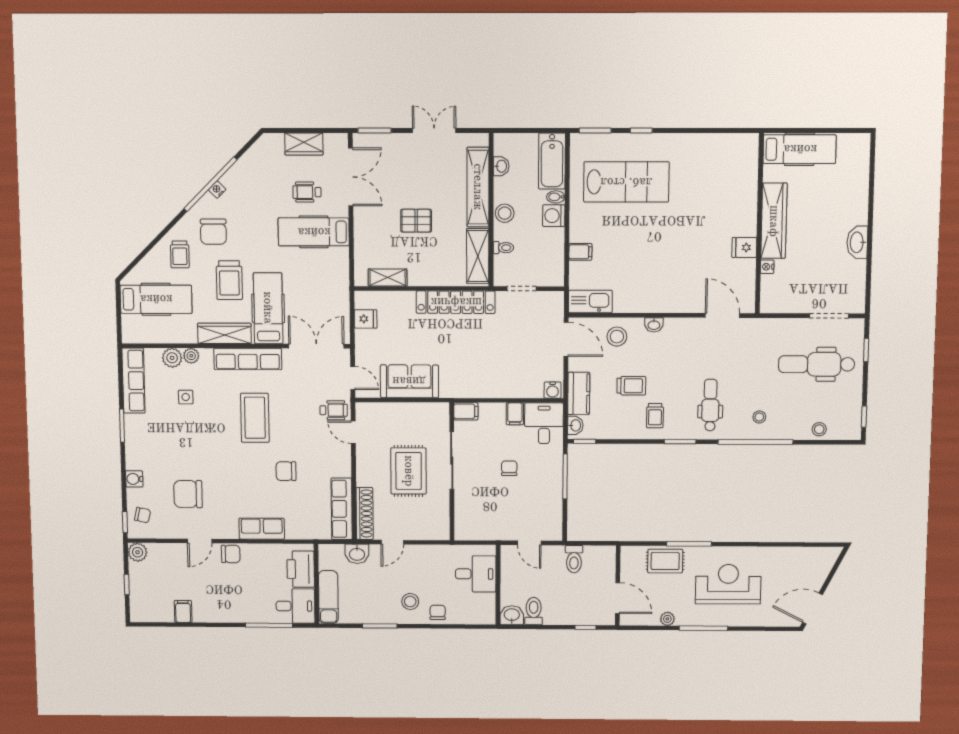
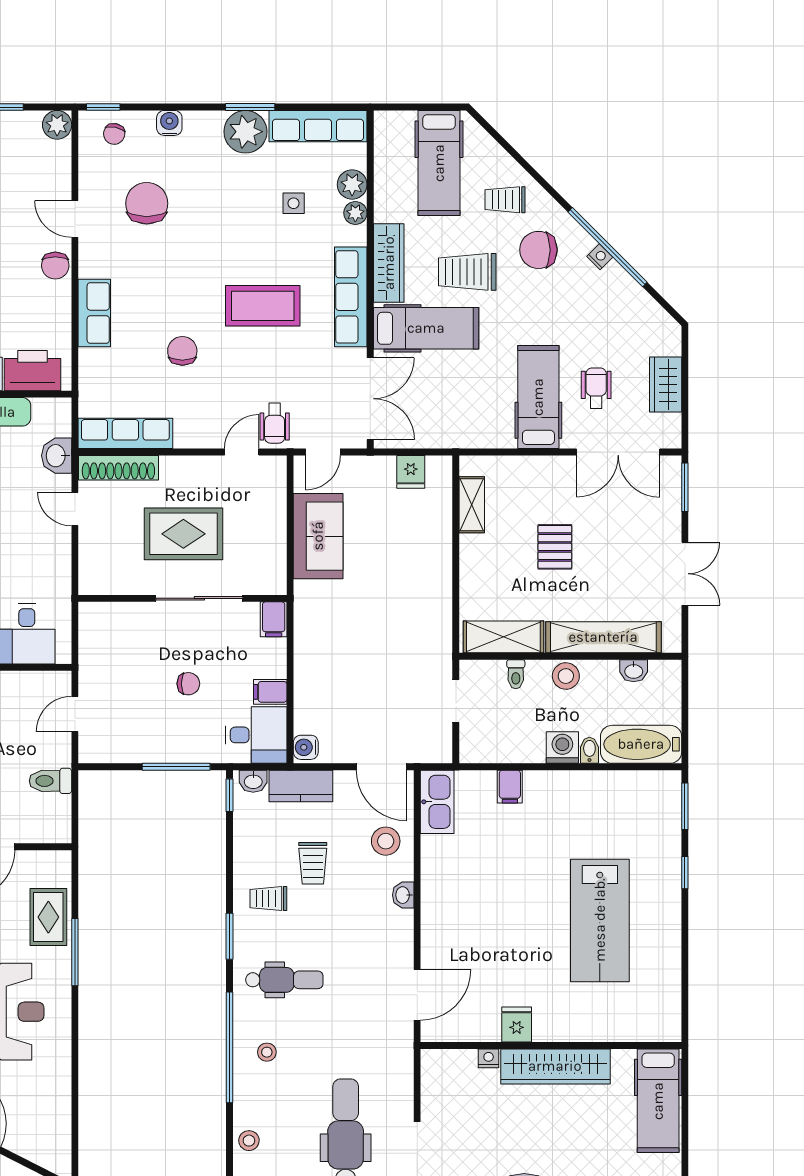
lab bench: (626, 182) -> (600, 920), moved
locker: (456, 302) -> (436, 604), removed
door: (566, 339) -> (381, 767), hinge flipped
plant: (139, 429) -> (245, 132), added

